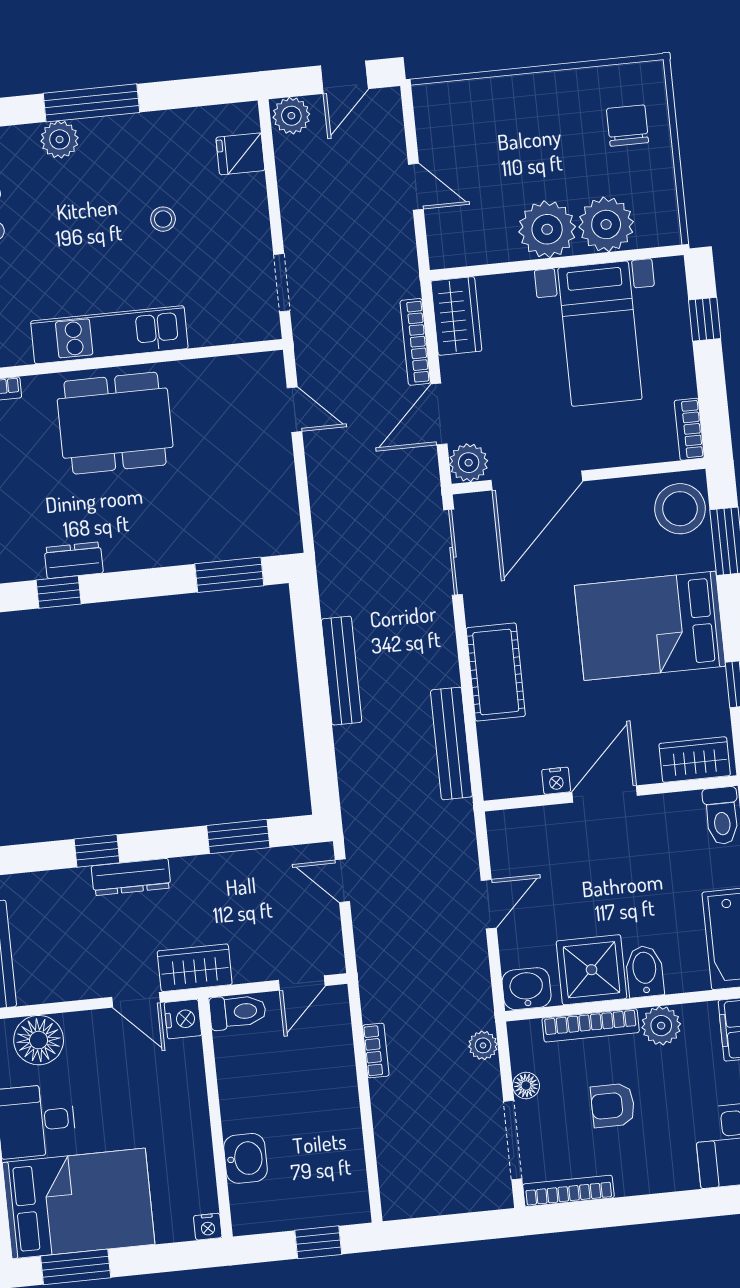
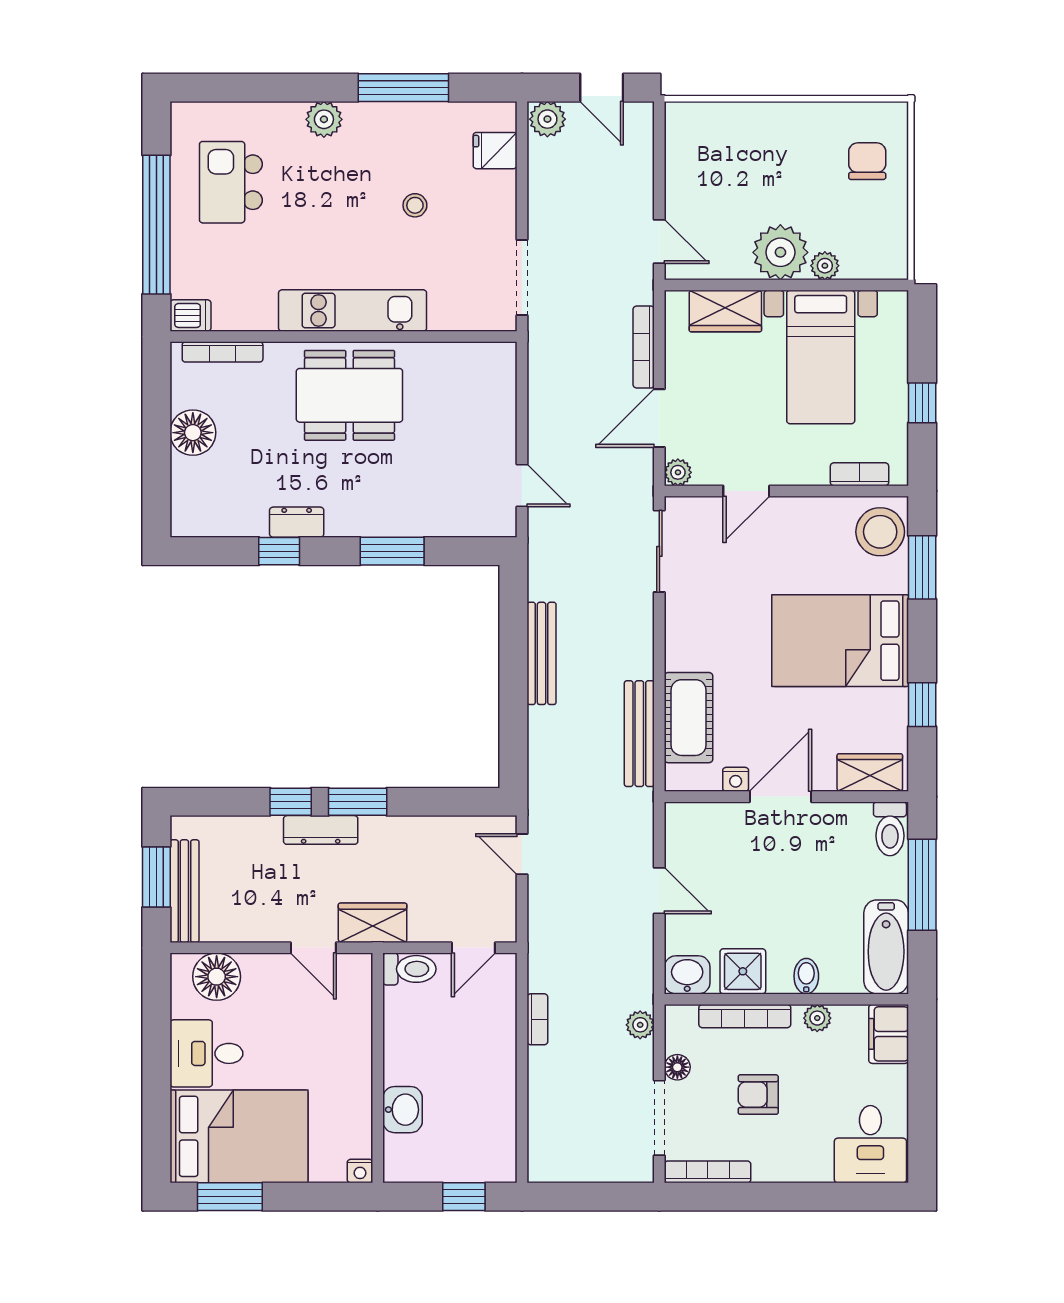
door: (344, 77) -> (602, 88), hinge flipped
window: (91, 103) -> (403, 88), moved
door: (416, 187) -> (659, 242), moved
plant: (606, 224) -> (825, 266), width x0.53, depth x0.53
doorway: (282, 283) -> (522, 278), width x1.38
wardrobe: (456, 316) -> (725, 311), moved, turned 90
window: (705, 319) -> (922, 403), moved
door: (295, 410) -> (522, 486), moved
bookcase: (689, 429) -> (860, 474), moved, turned 90
plant: (469, 463) -> (678, 472), width x0.73, depth x0.73
door: (537, 481) -> (746, 491), width x0.53
window: (229, 575) -> (392, 551), moved
cot: (496, 672) -> (689, 718), moved
window: (238, 837) -> (358, 802), moved
door: (489, 904) -> (659, 891), hinge flipped
shower: (592, 970) -> (743, 971), width x0.73, depth x0.73
bidet: (645, 971) -> (806, 976), width x0.72, depth x0.74
nightstand: (183, 1019) -> (356, 971), removed
plant: (661, 1026) -> (817, 1018), width x0.73, depth x0.73

